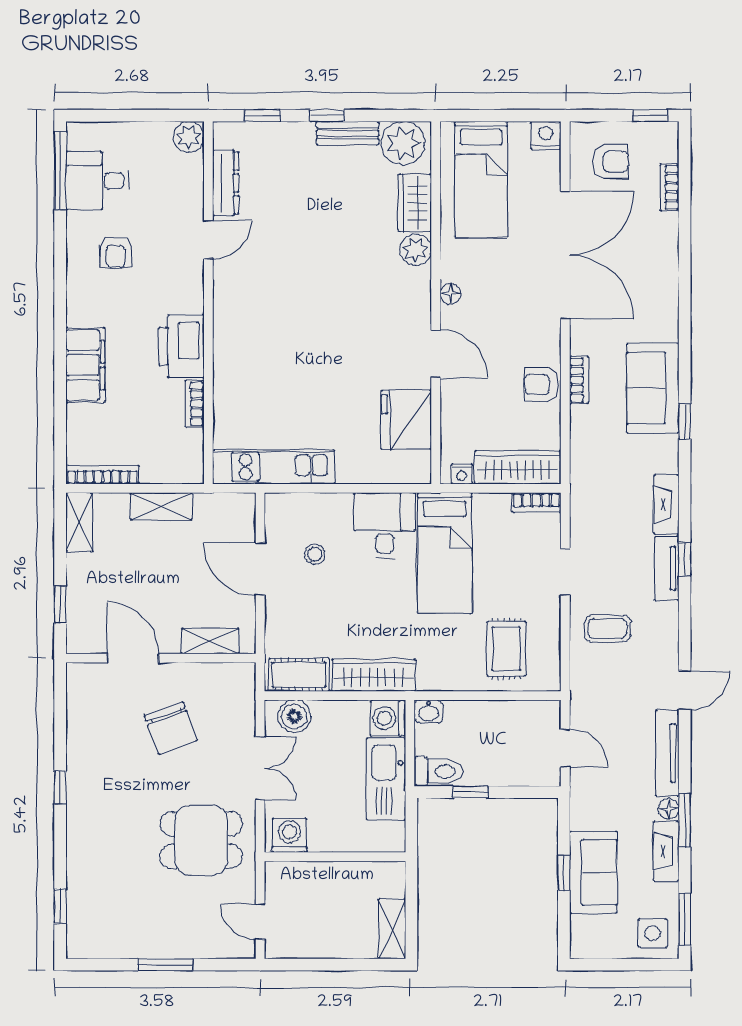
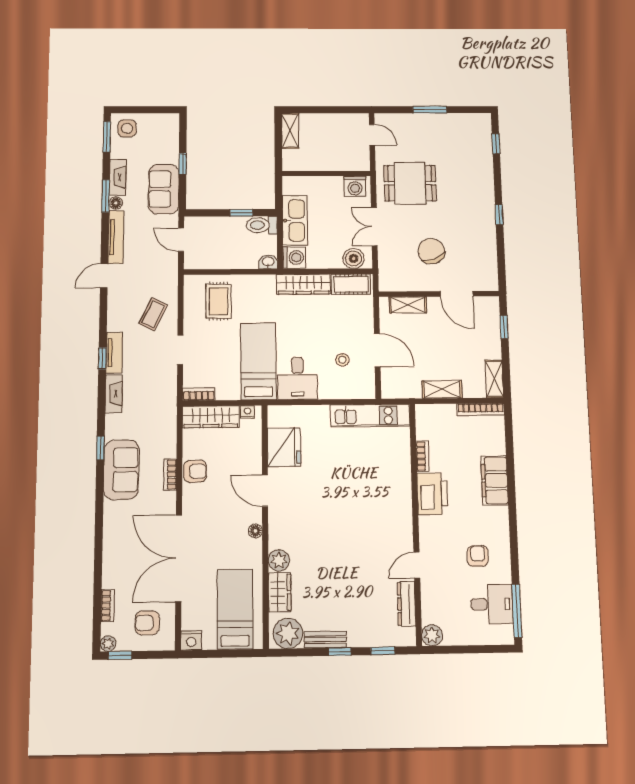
plant: (668, 133) -> (108, 644), added
coffee table: (608, 629) -> (153, 314), turned -64
sofa: (593, 872) -> (164, 189), moved

